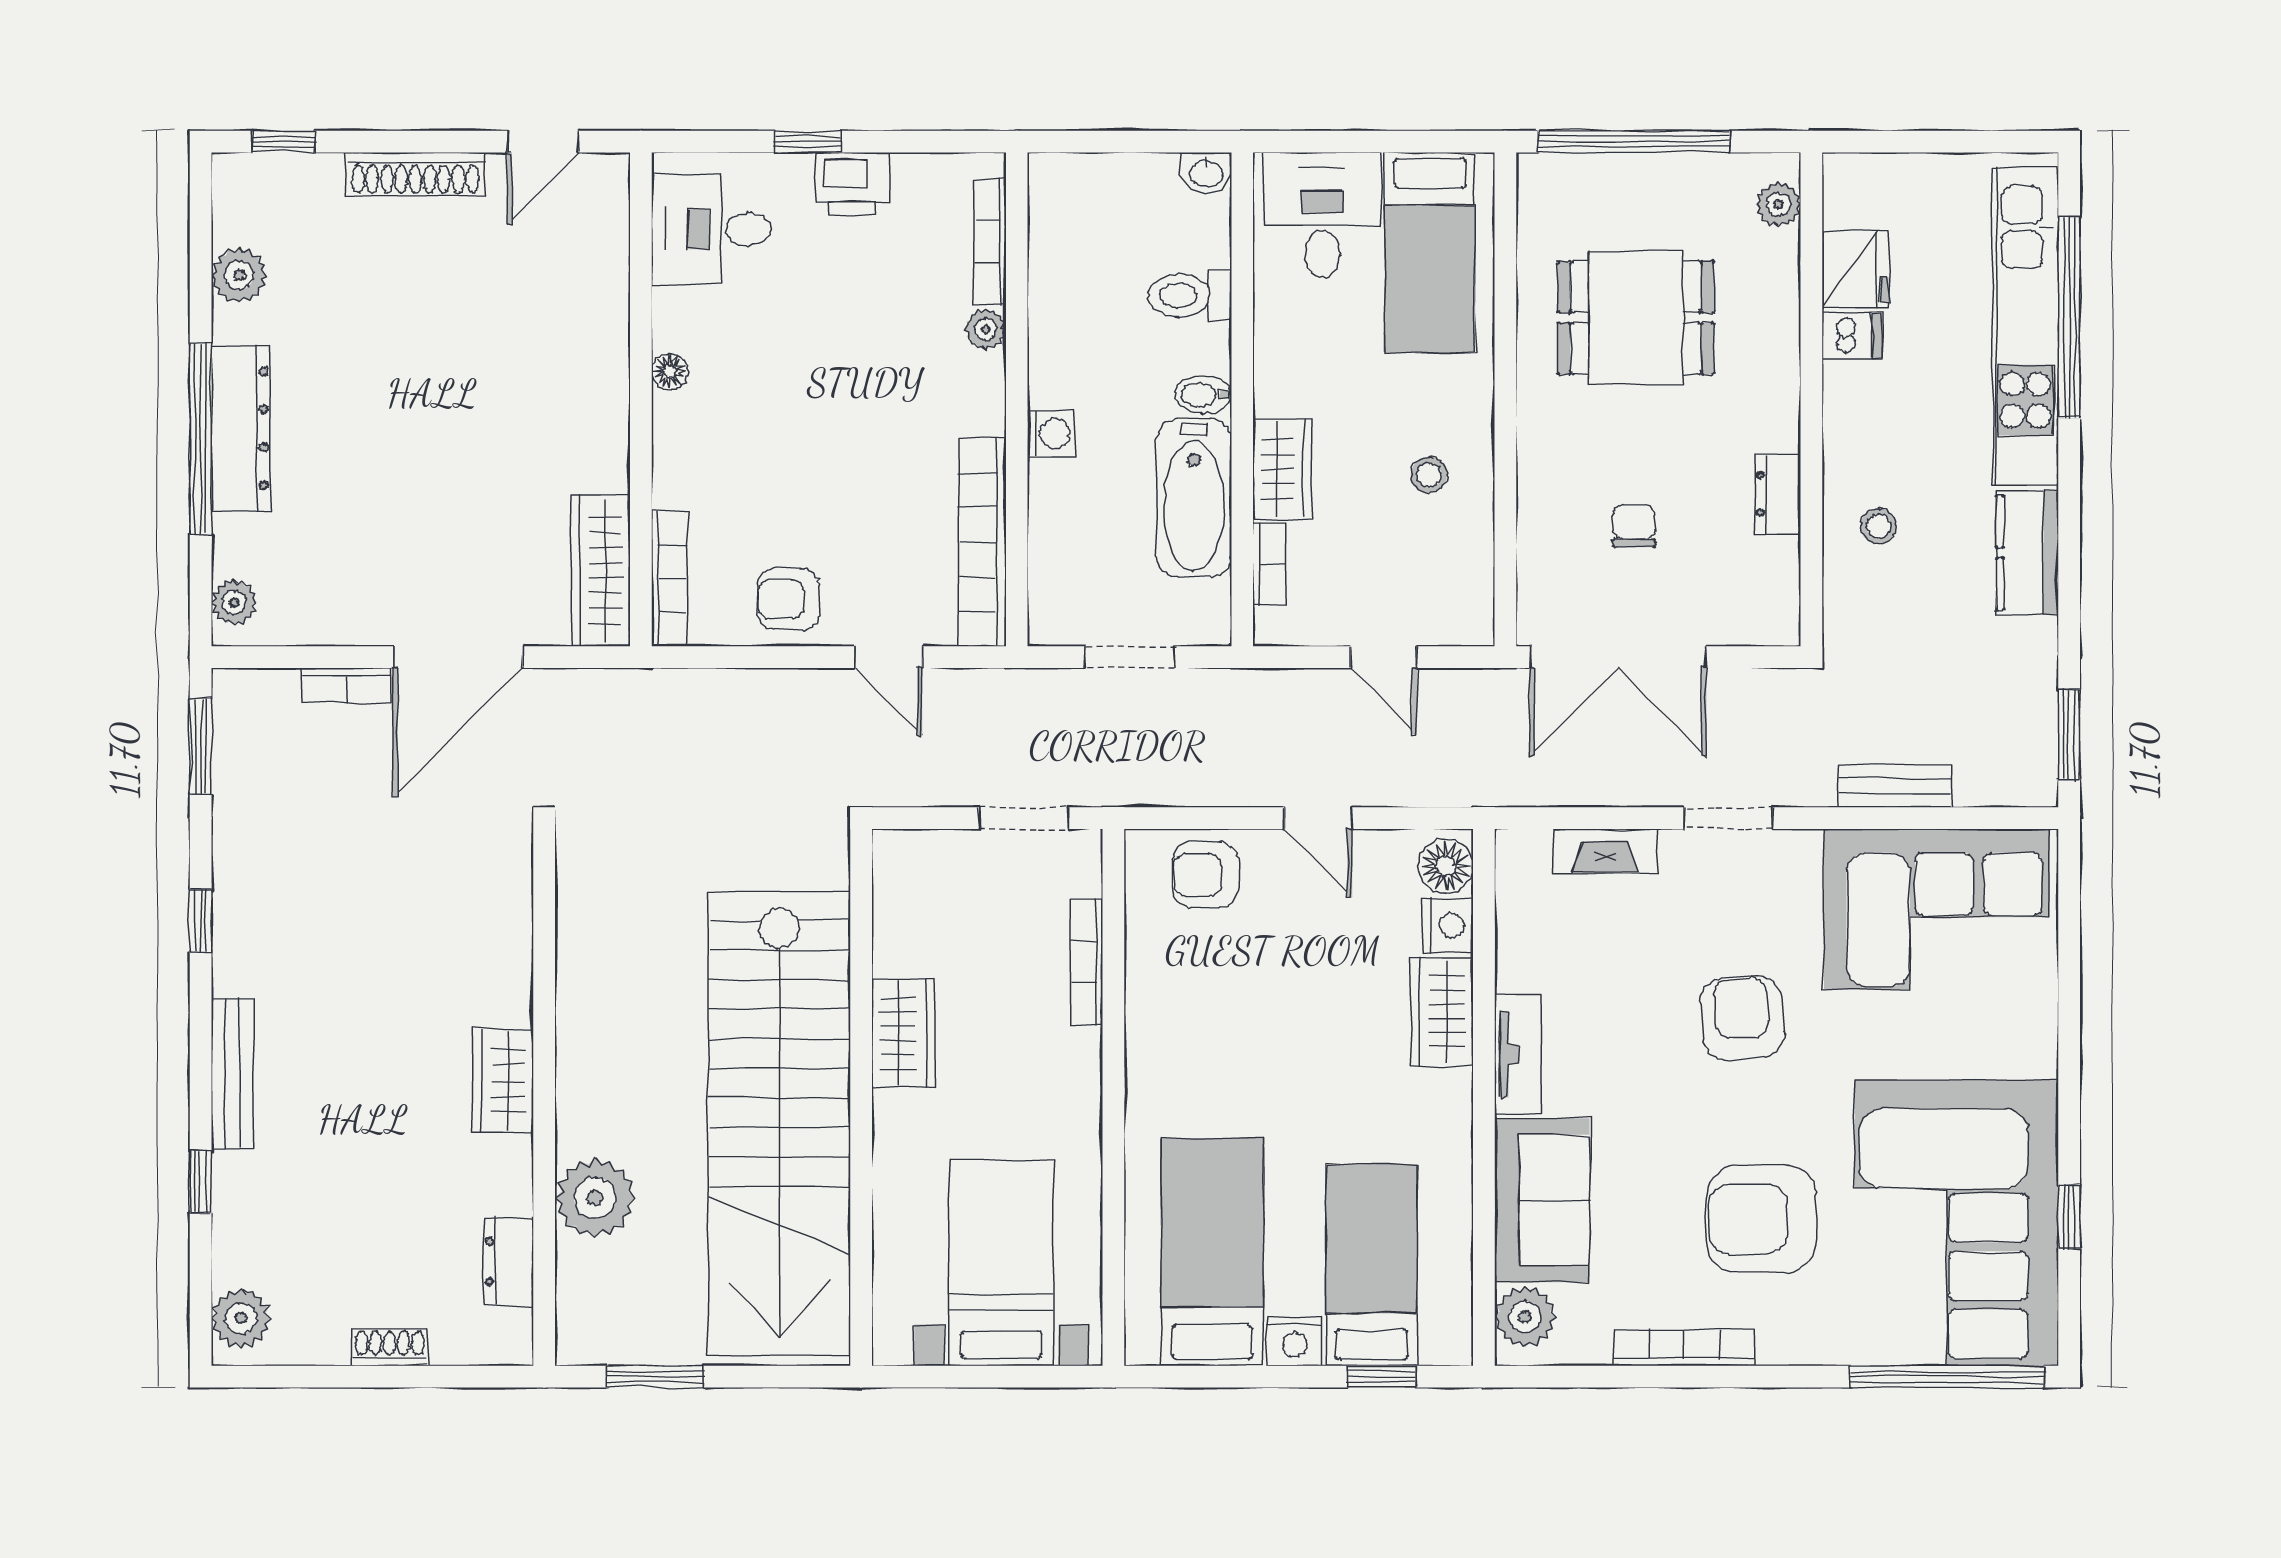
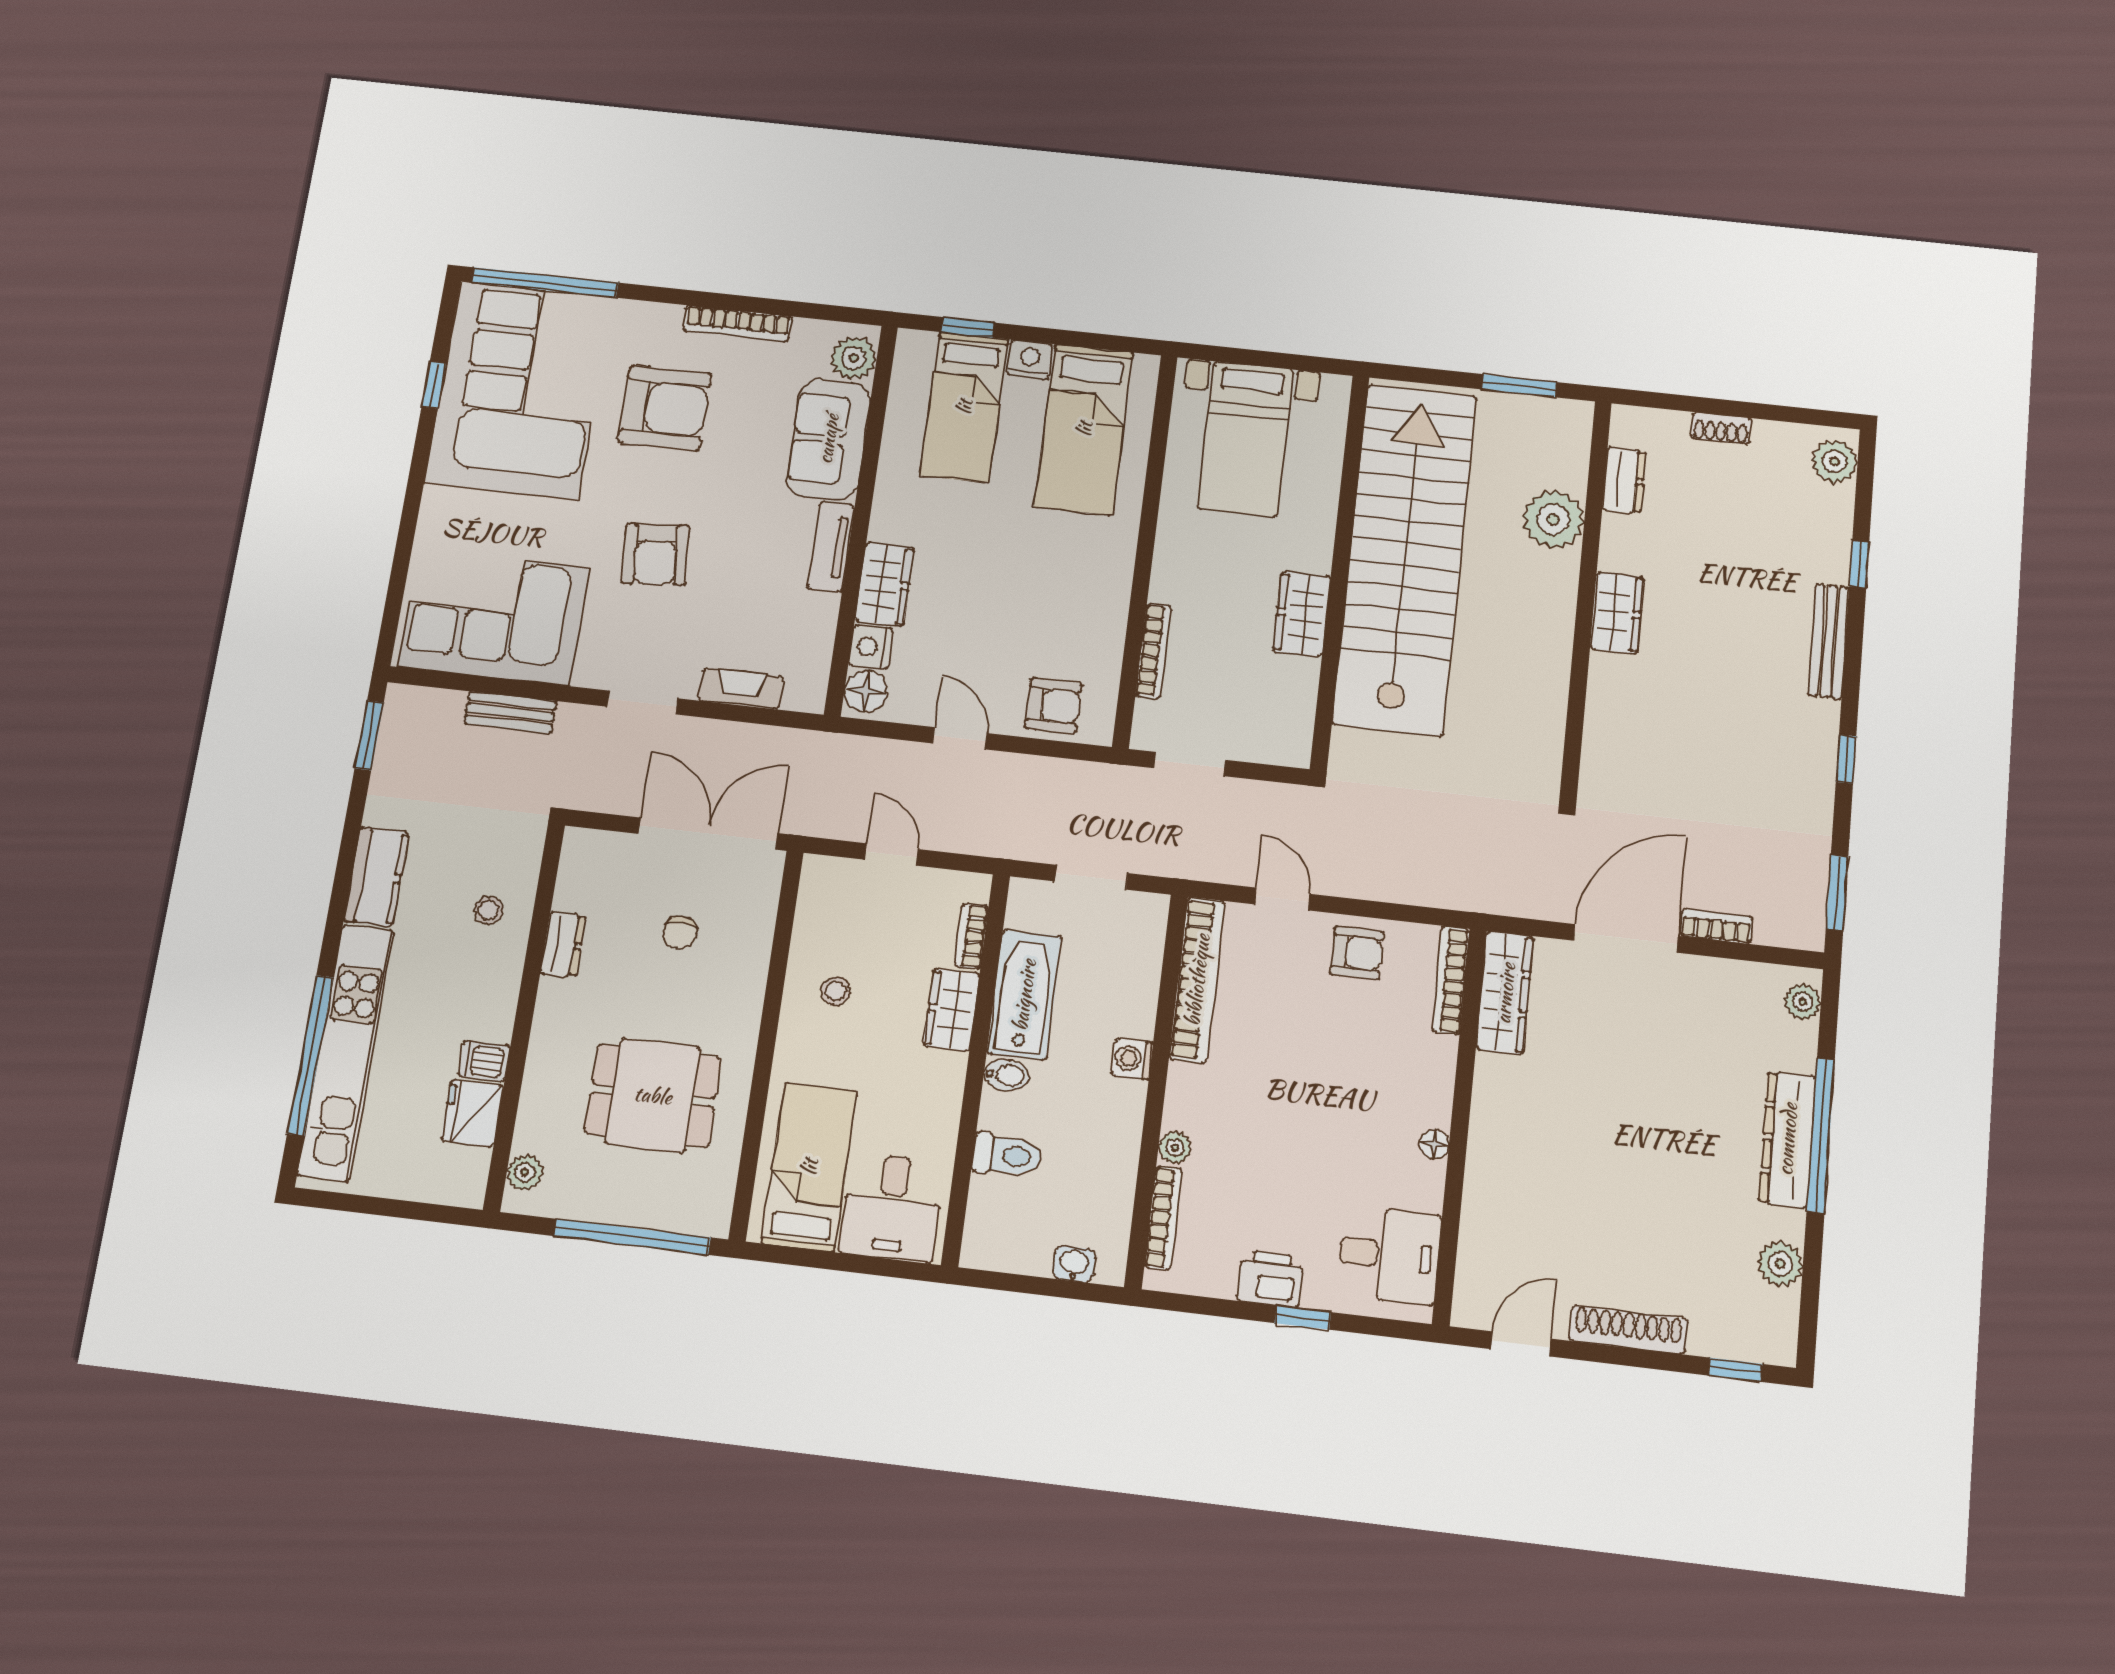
washbasin: (1206, 173) -> (1074, 1264), moved

